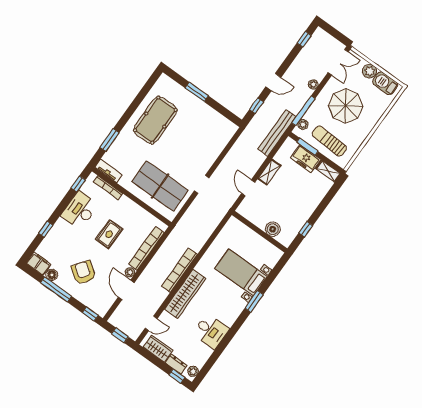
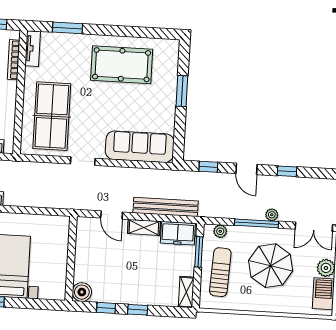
window: (304, 39) -> (287, 171), moved
window: (303, 111) -> (256, 223), moved
bench: (277, 133) -> (166, 207), moved
sofa: (216, 142) -> (140, 147), added
freezer: (306, 159) -> (178, 233), moved, turned -90
door: (248, 188) -> (112, 215), swing flipped
window: (320, 210) -> (138, 310), added
boiler: (273, 229) -> (82, 292), moved

